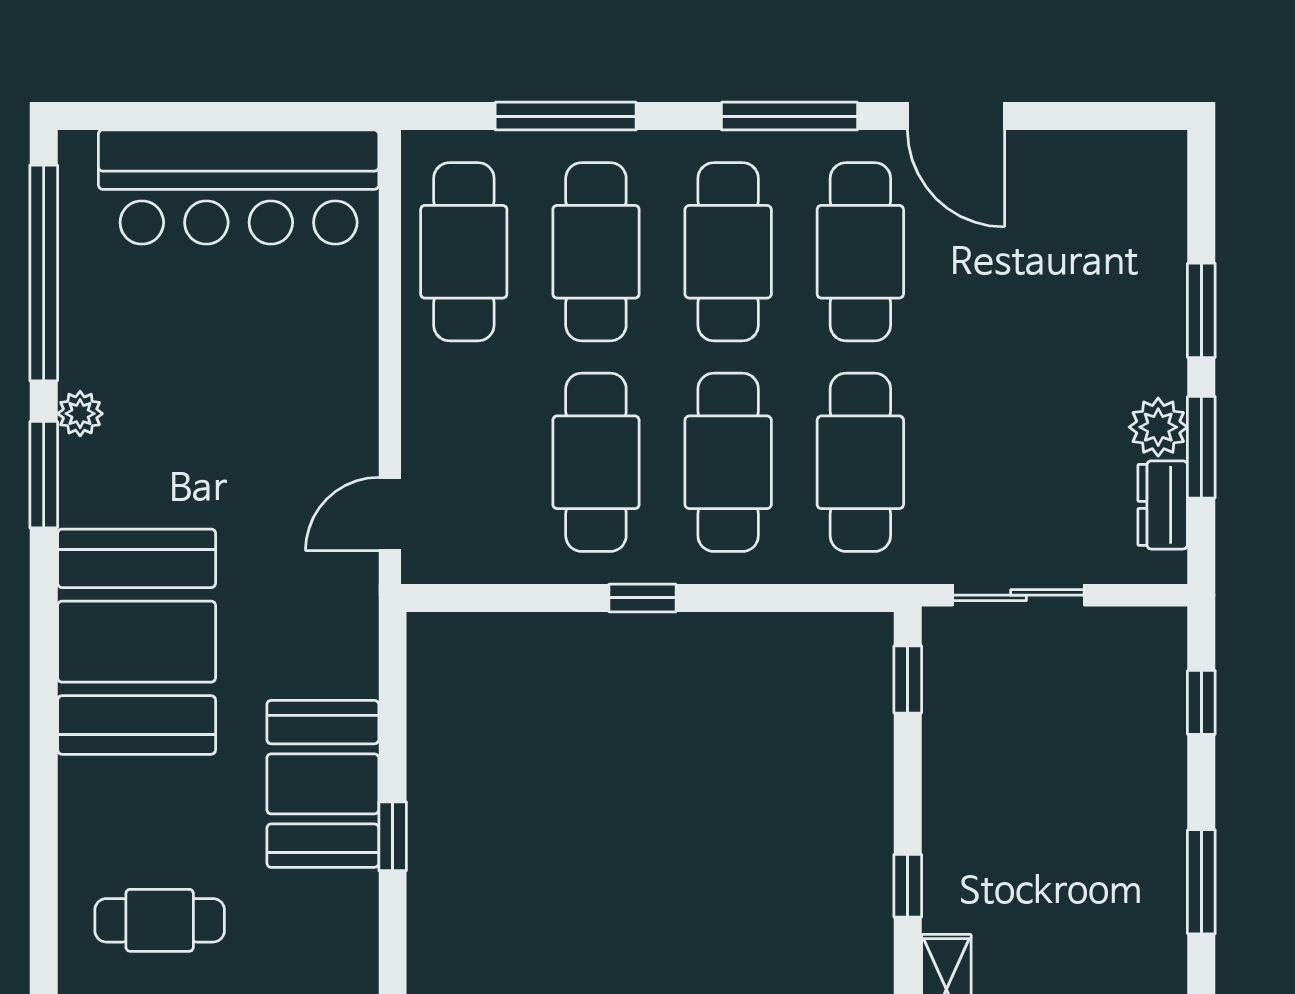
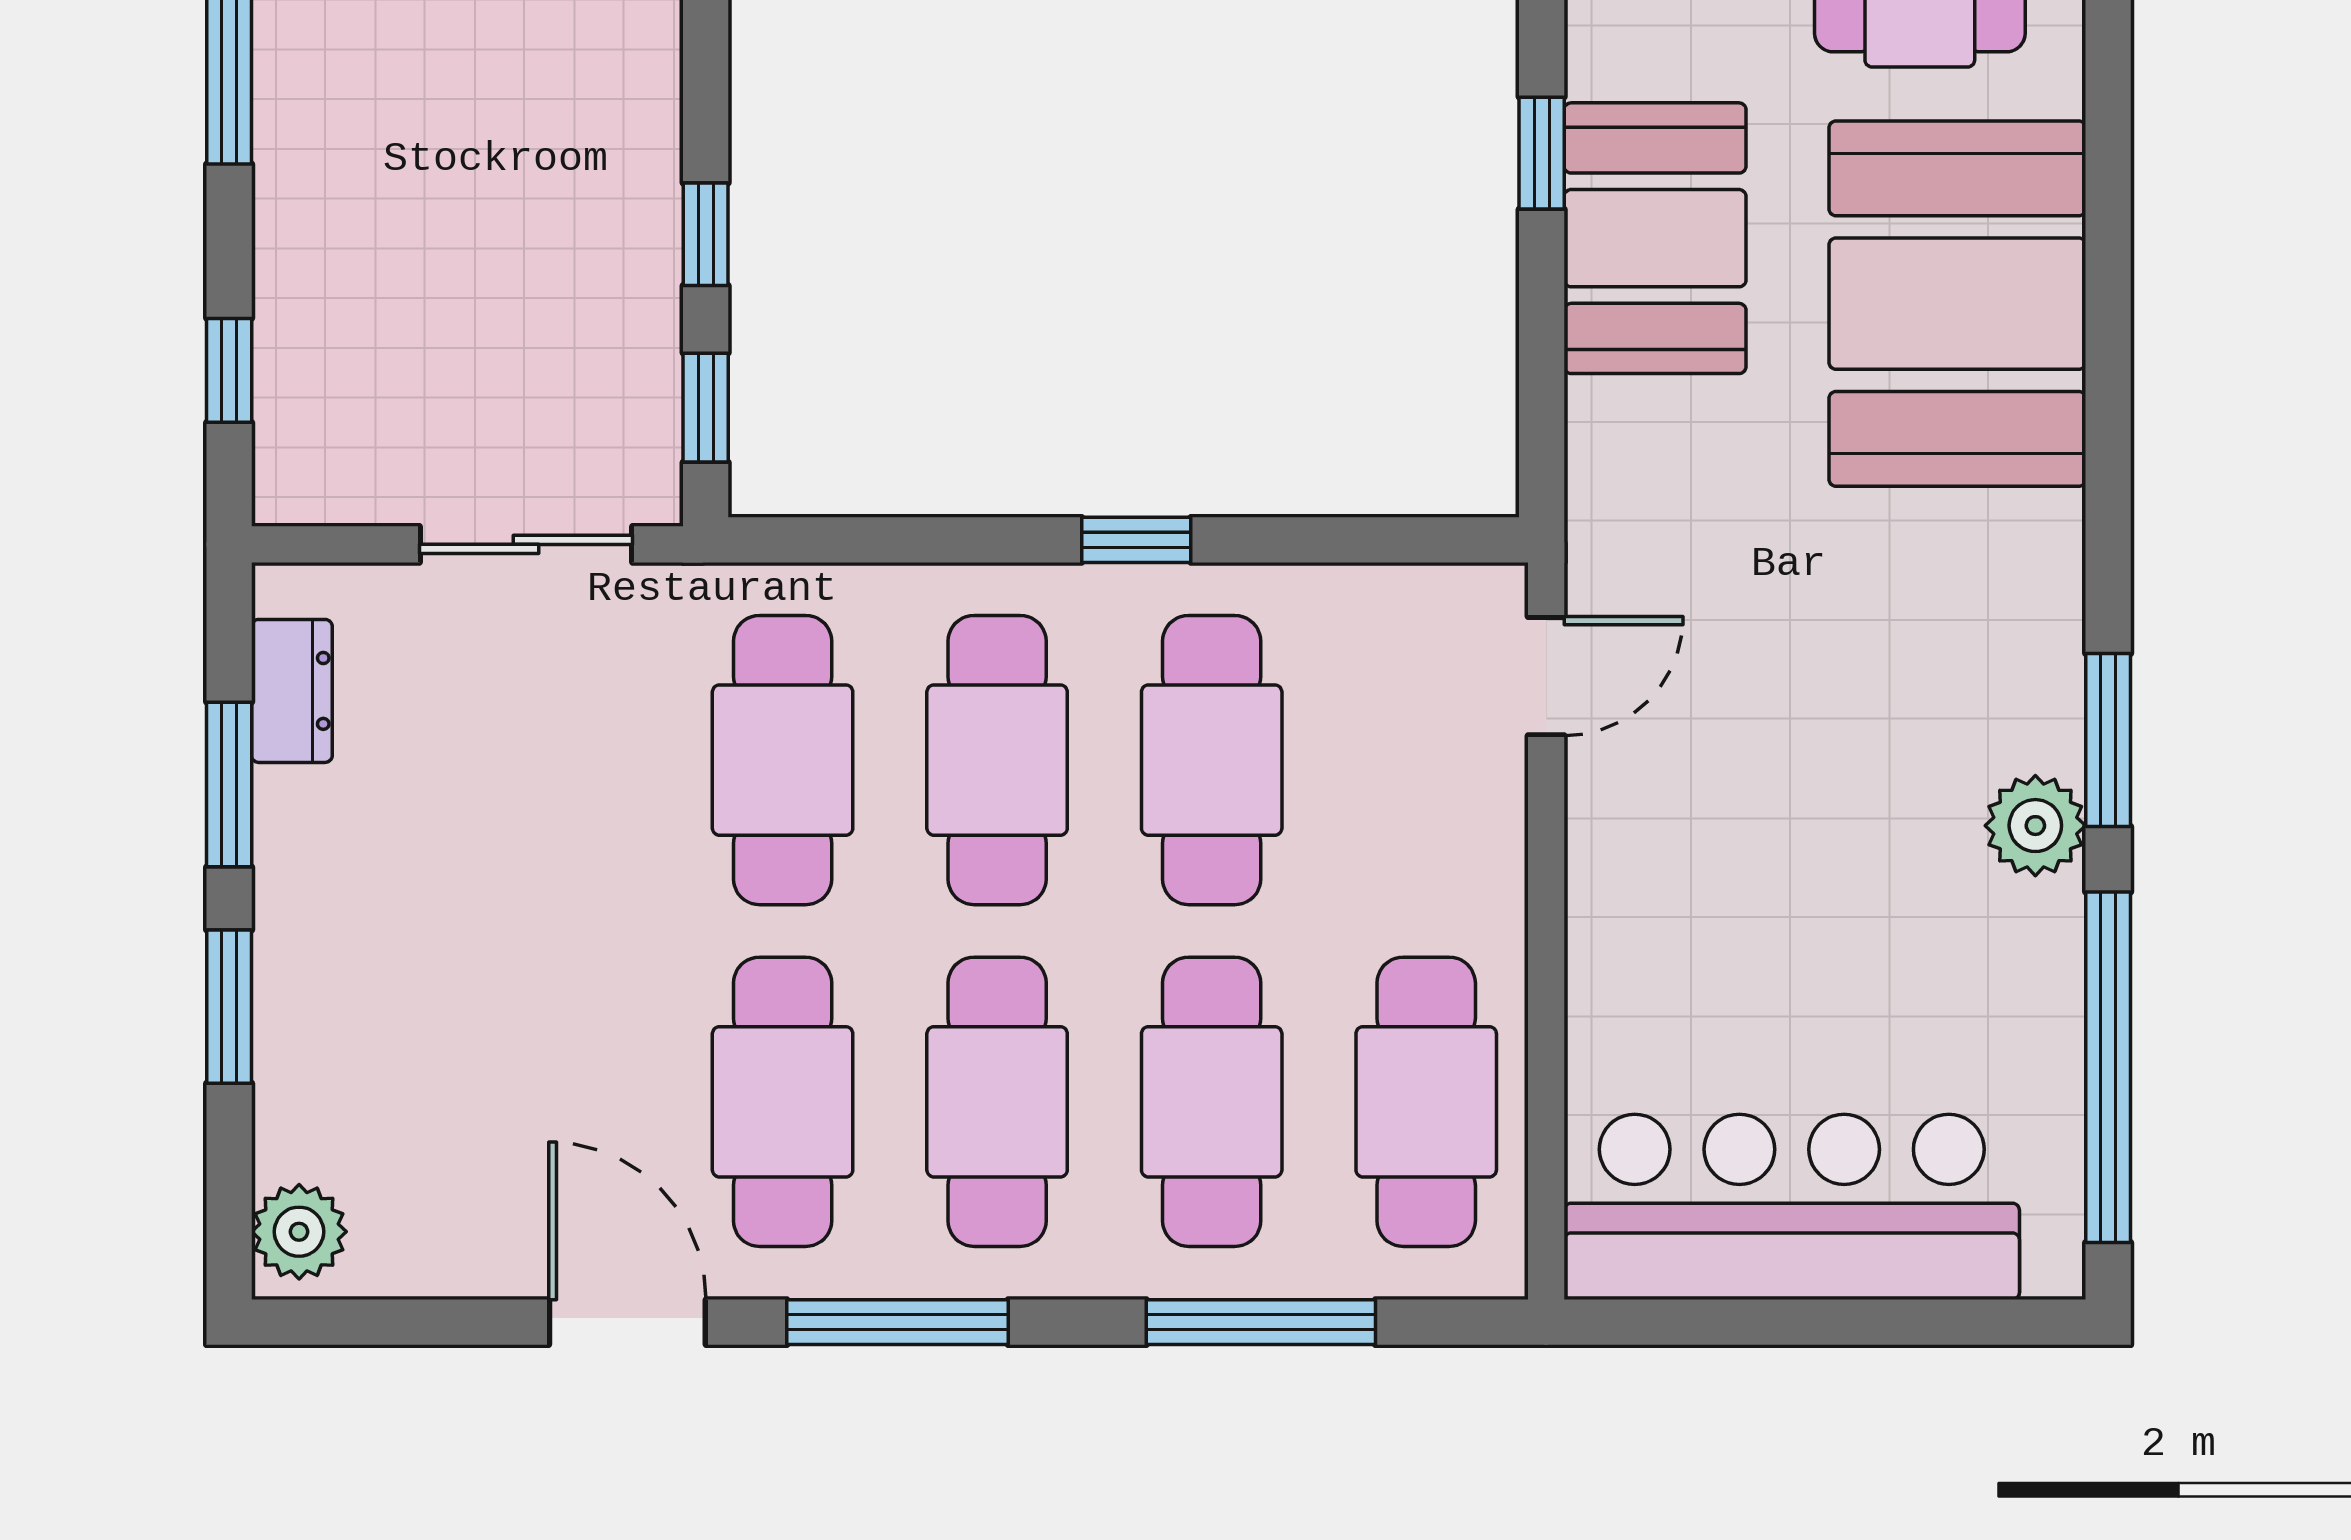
plant: (80, 414) -> (2035, 826), width x1.38, depth x1.38
plant: (1158, 427) -> (299, 1232), moved
booth: (137, 642) -> (1957, 304), moved
window: (908, 886) -> (706, 234), moved

